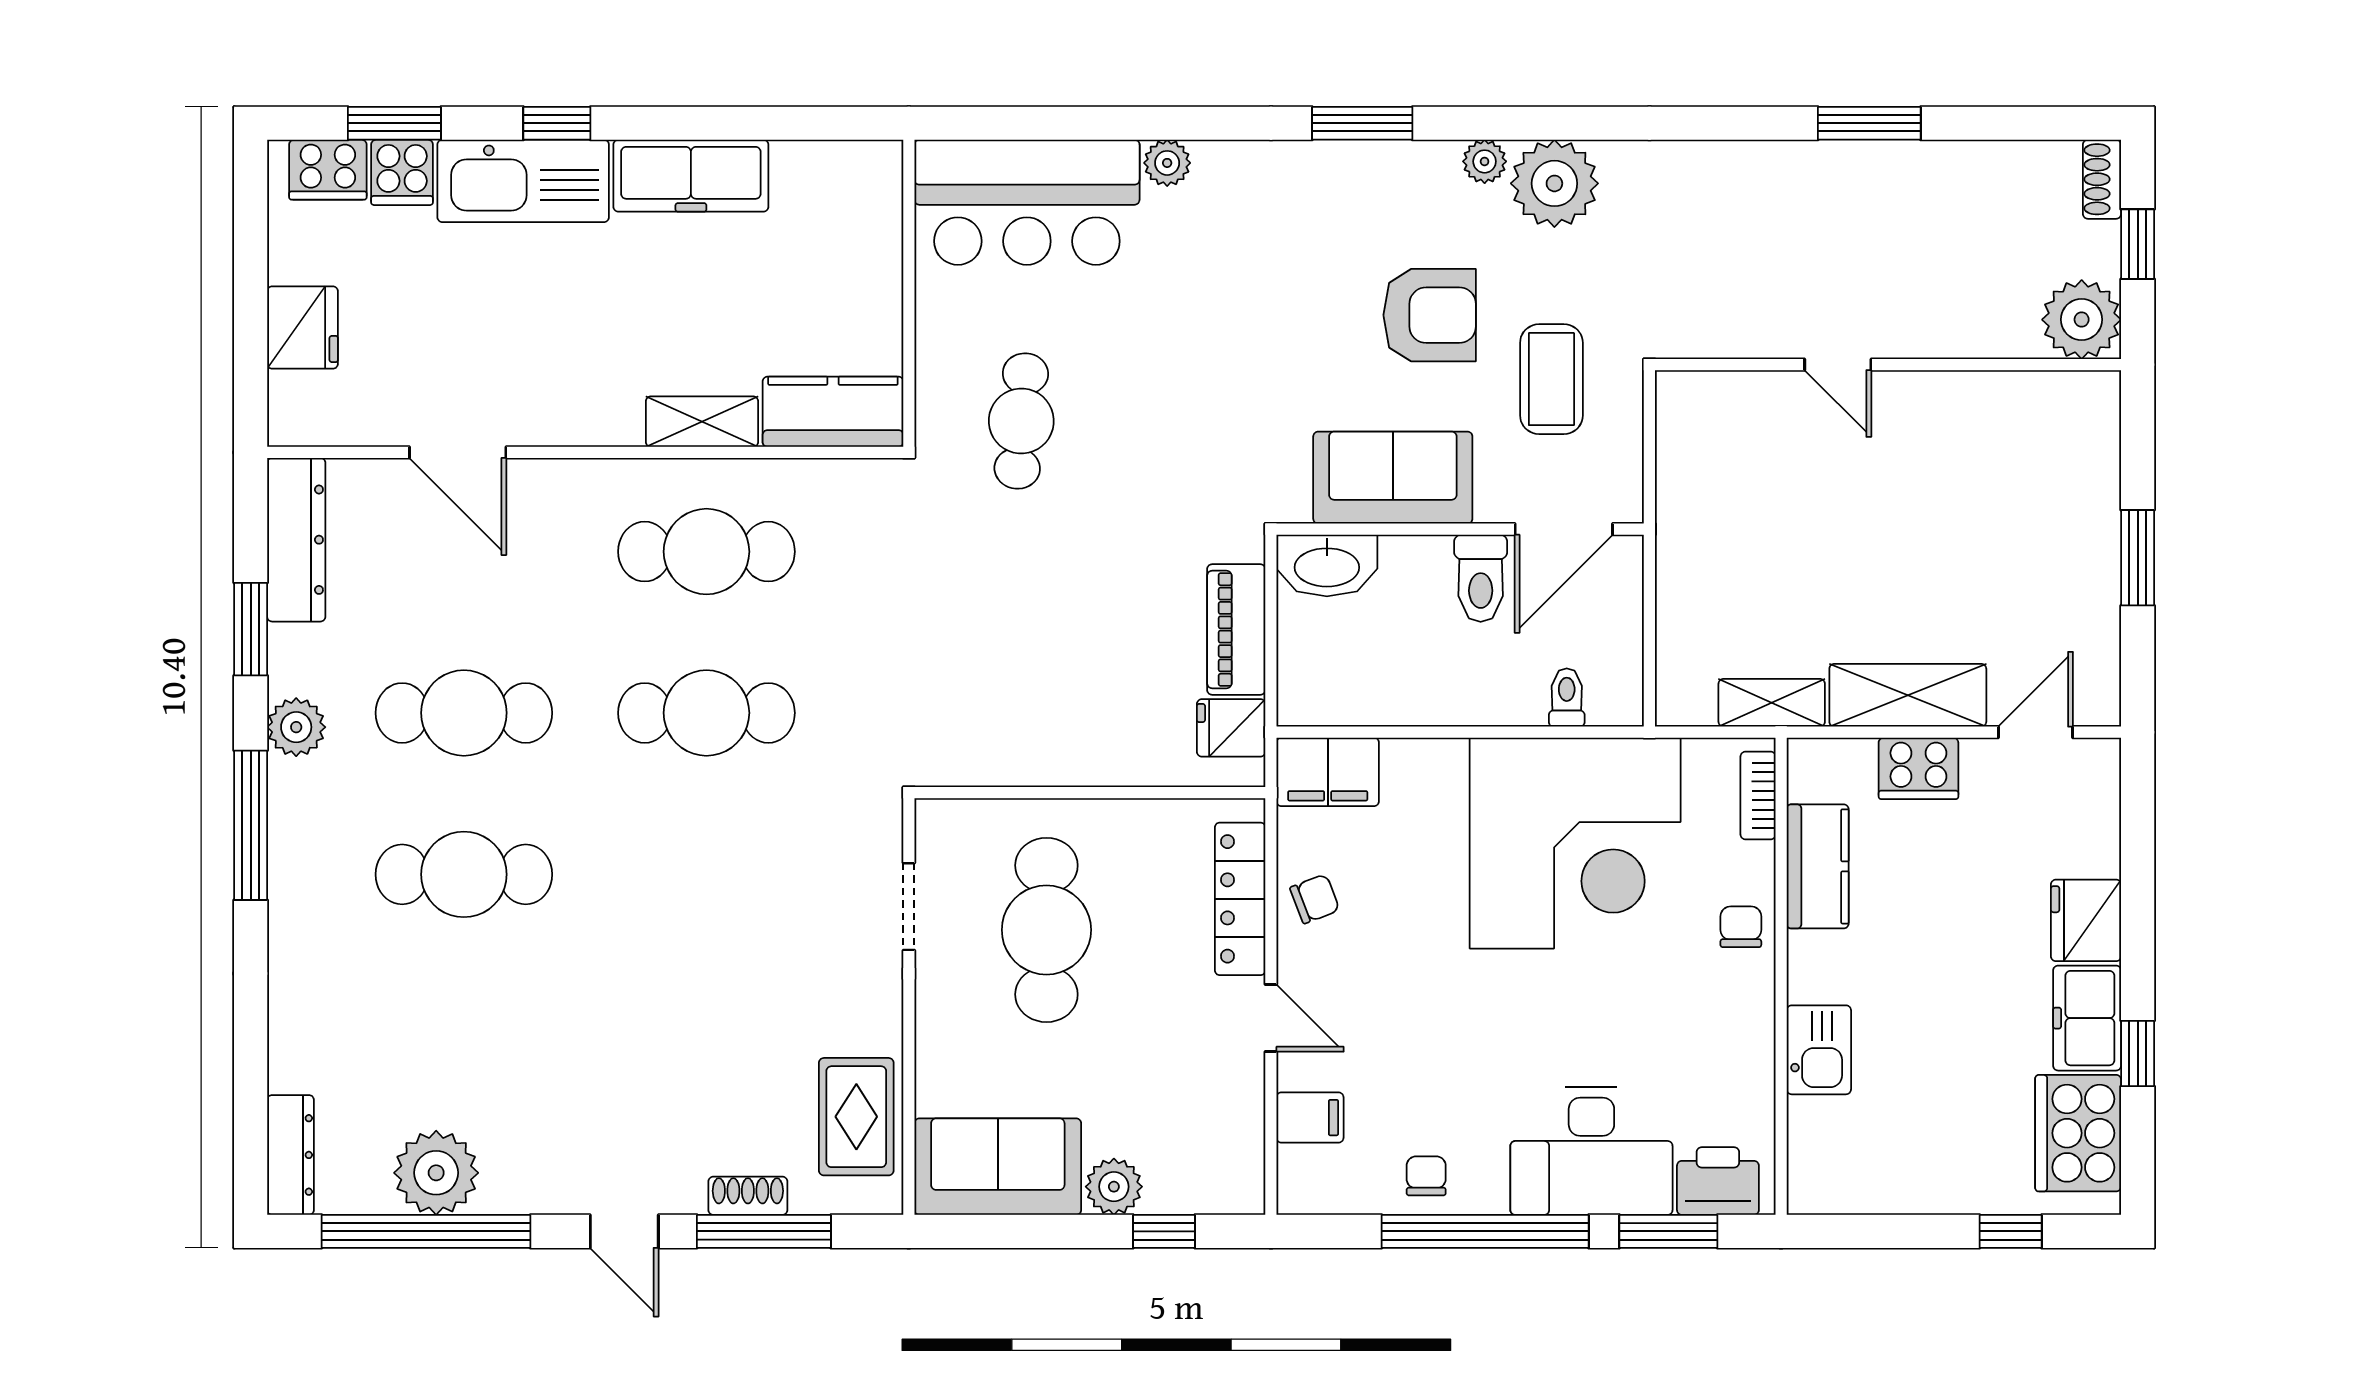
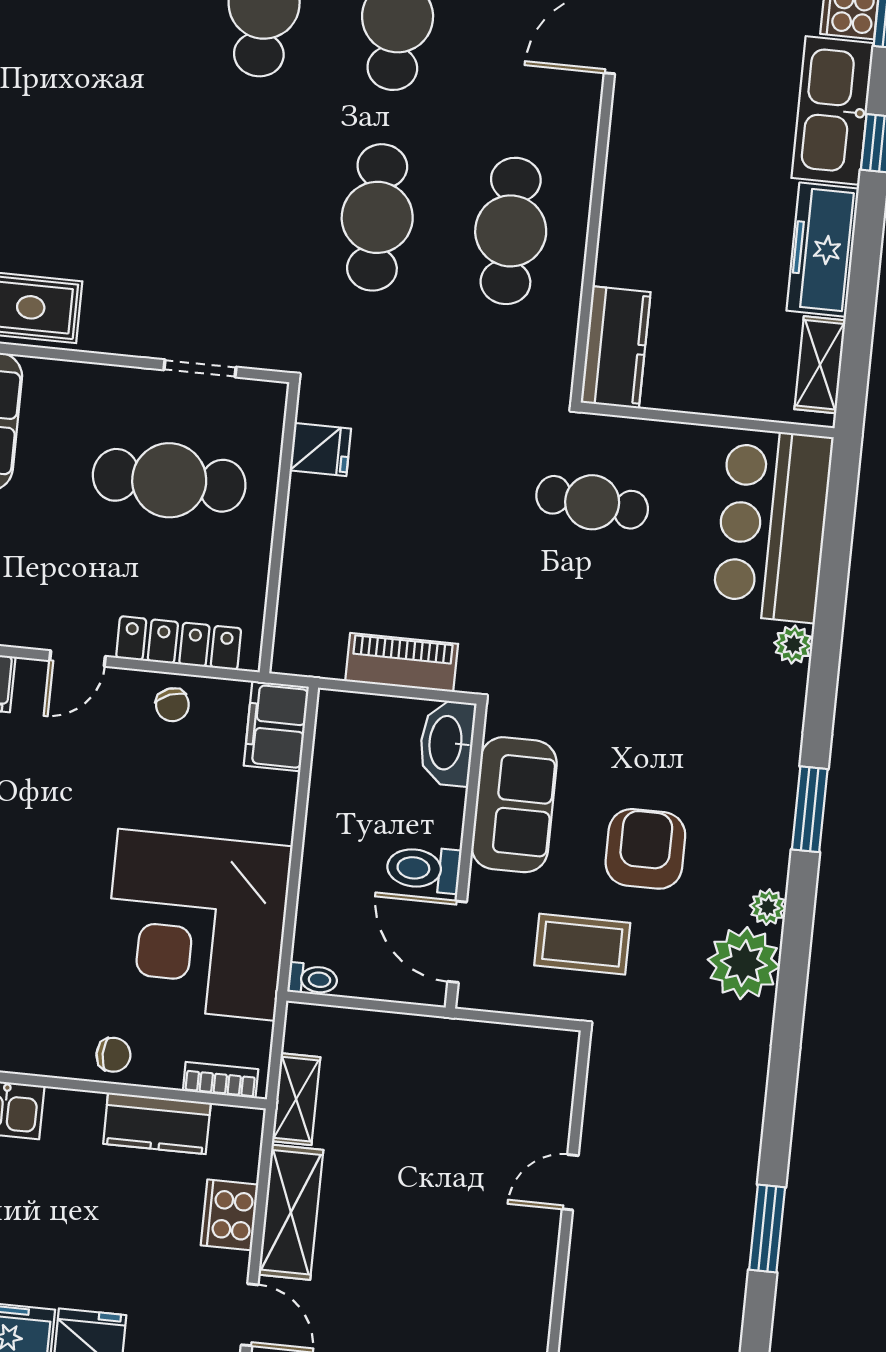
armchair: (1430, 315) -> (645, 849), turned 180
shelving: (702, 422) -> (820, 365), moved
toilet: (1567, 697) -> (313, 979), moved
fridge: (1231, 728) -> (320, 449), moved, turned 90

